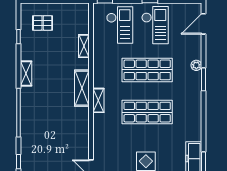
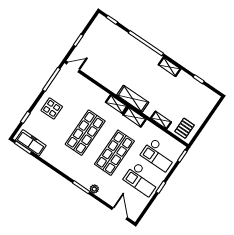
pallet: (43, 23) -> (185, 128), moved
shelving: (99, 74) -> (135, 117), added

